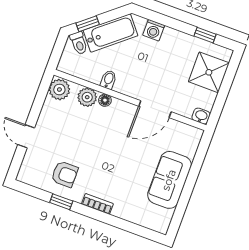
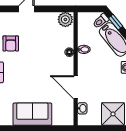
plant: (87, 97) -> (67, 40), removed
washbasin: (201, 116) -> (82, 108), moved

